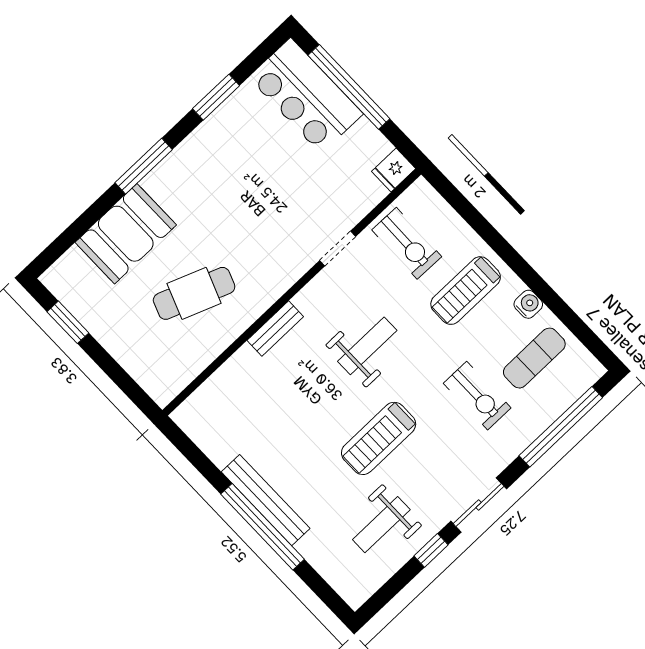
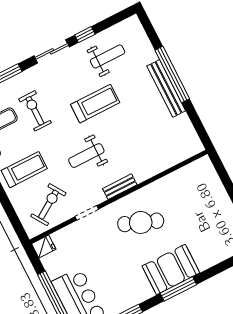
booth: (126, 234) -> (171, 269), moved
exercise bike: (407, 243) -> (48, 205), turned 56
cafe table: (194, 293) -> (141, 222), moved
bench: (275, 329) -> (120, 187), moved

